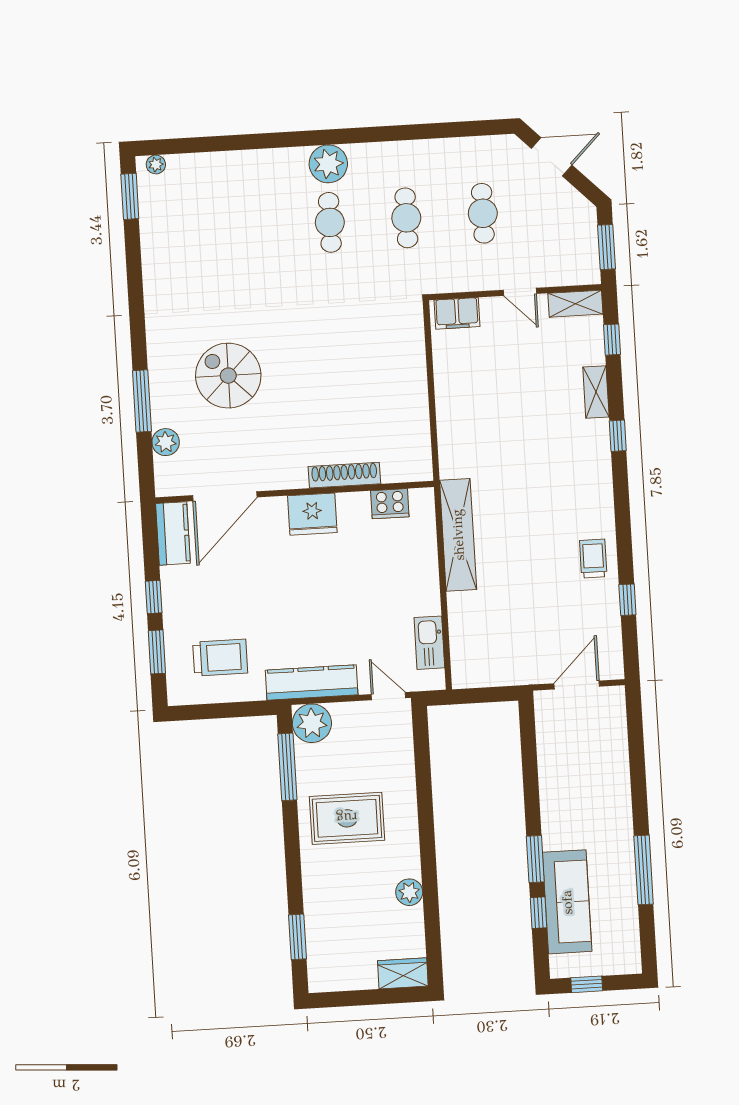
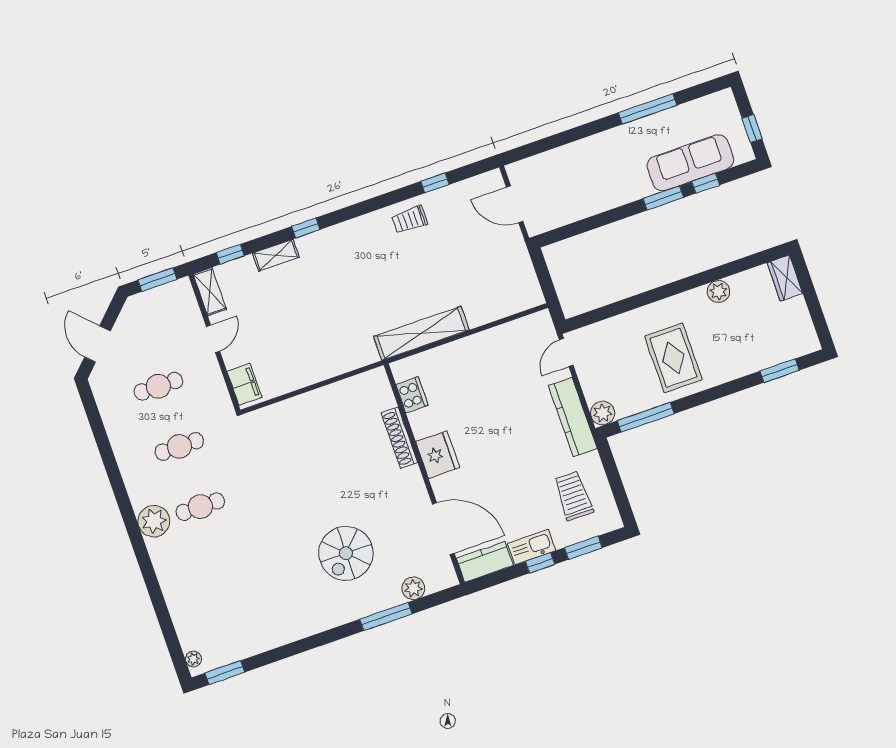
kitchen sink: (429, 643) -> (532, 547), moved, turned 180
plant: (312, 723) -> (603, 413), width x0.73, depth x0.73

